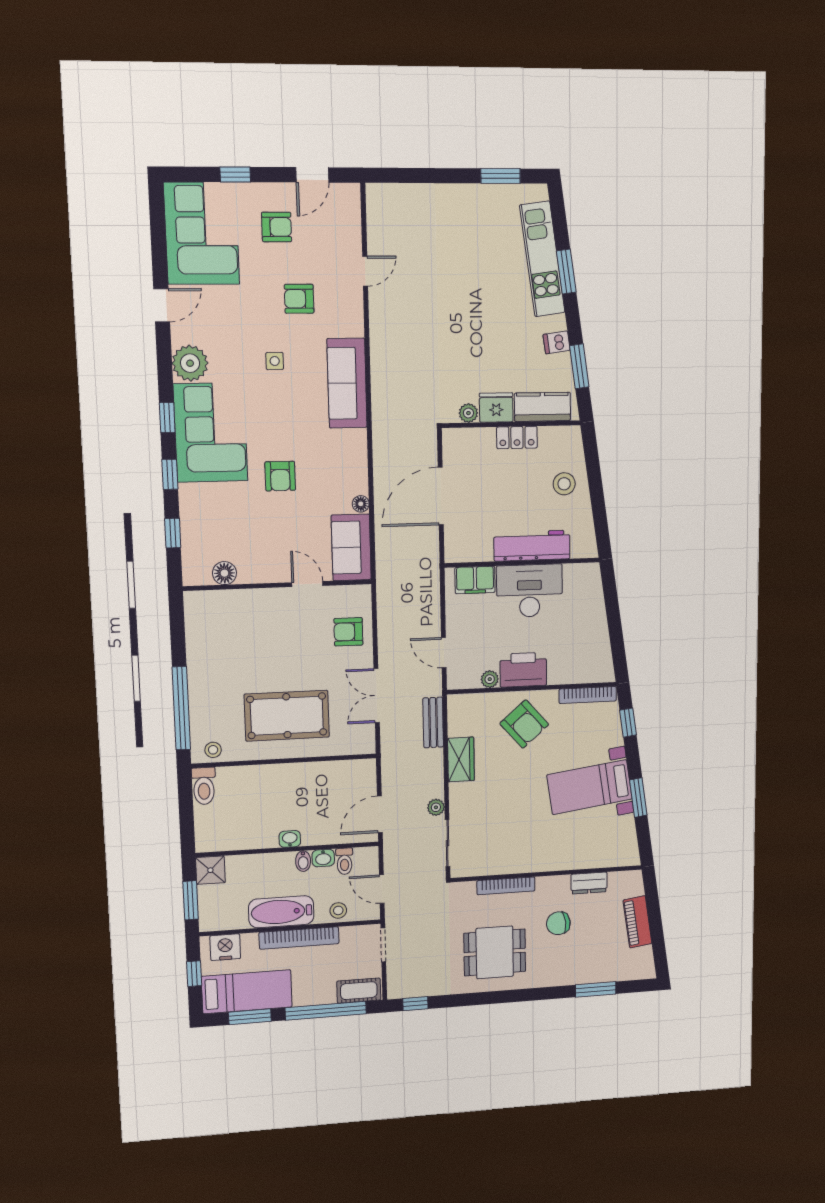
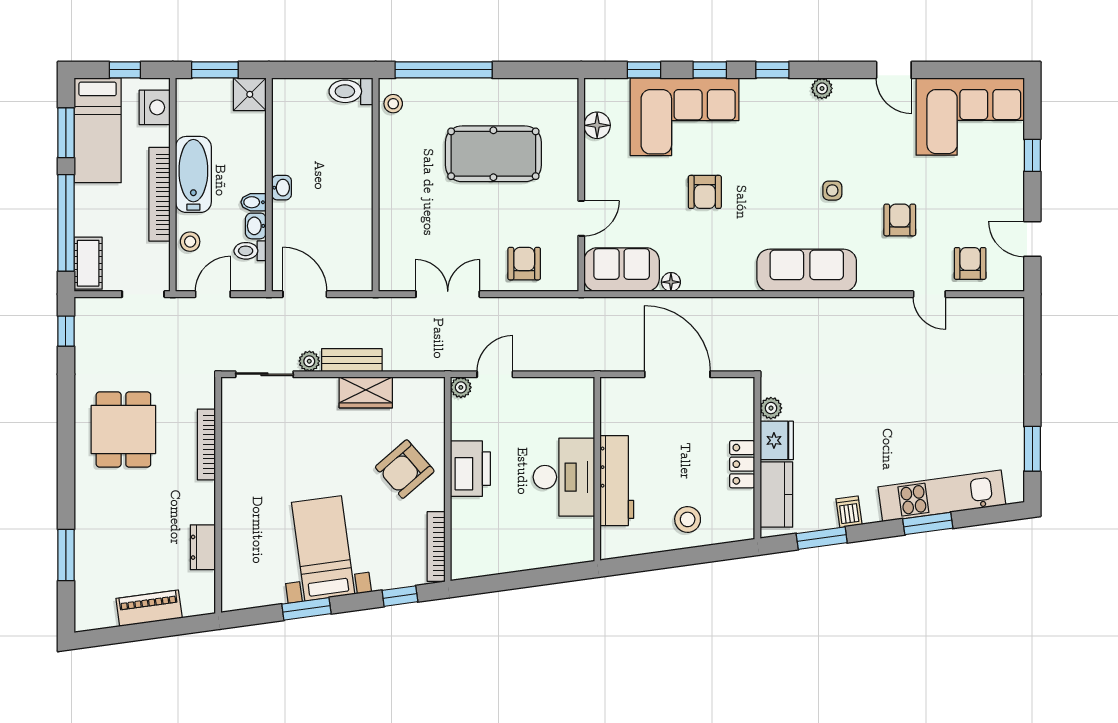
armchair: (277, 227) -> (970, 263), moved, turned 180
plant: (190, 363) -> (822, 88), width x0.53, depth x0.53
corner sofa: (211, 432) -> (685, 117), moved
armchair: (280, 476) -> (705, 192), turned -90
filing cabinet: (475, 580) -> (579, 413), removed
plant: (490, 679) -> (461, 387), moved
pool table: (287, 716) -> (493, 154), moved, turned 90
bench: (433, 722) -> (352, 360), moved
chair: (558, 923) -> (155, 509), removed

